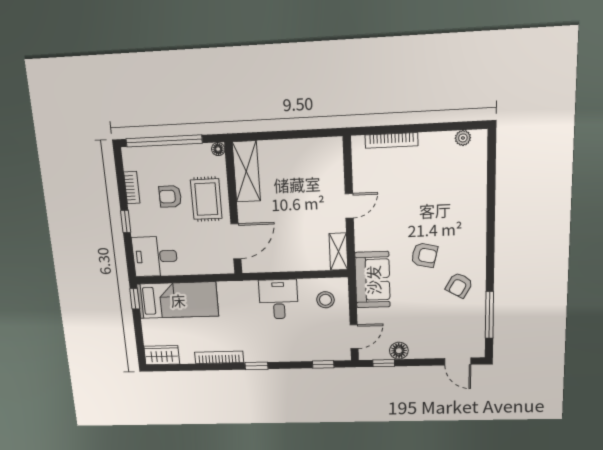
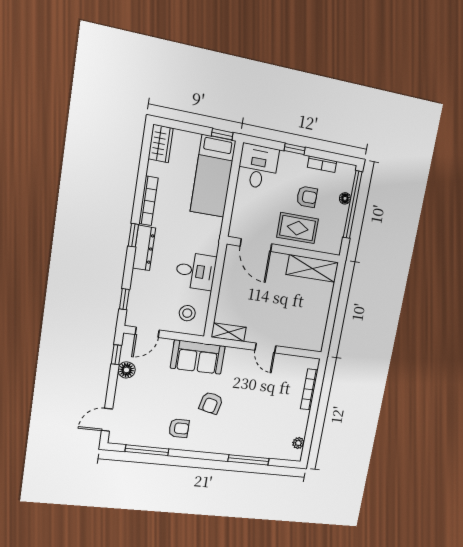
floor lamp: (218, 149) -> (345, 198), moved
armchair: (170, 196) -> (307, 197), turned 90
window: (491, 197) -> (249, 460), added
armchair: (459, 285) -> (179, 428), turned 150
door: (354, 337) -> (147, 332), hinge flipped
dresser: (267, 354) -> (144, 248), added

